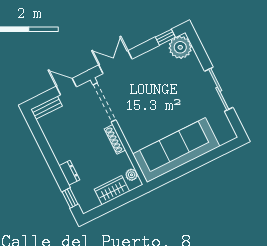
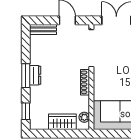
window: (52, 162) -> (26, 76), added
dresser: (69, 173) -> (35, 75), moved

